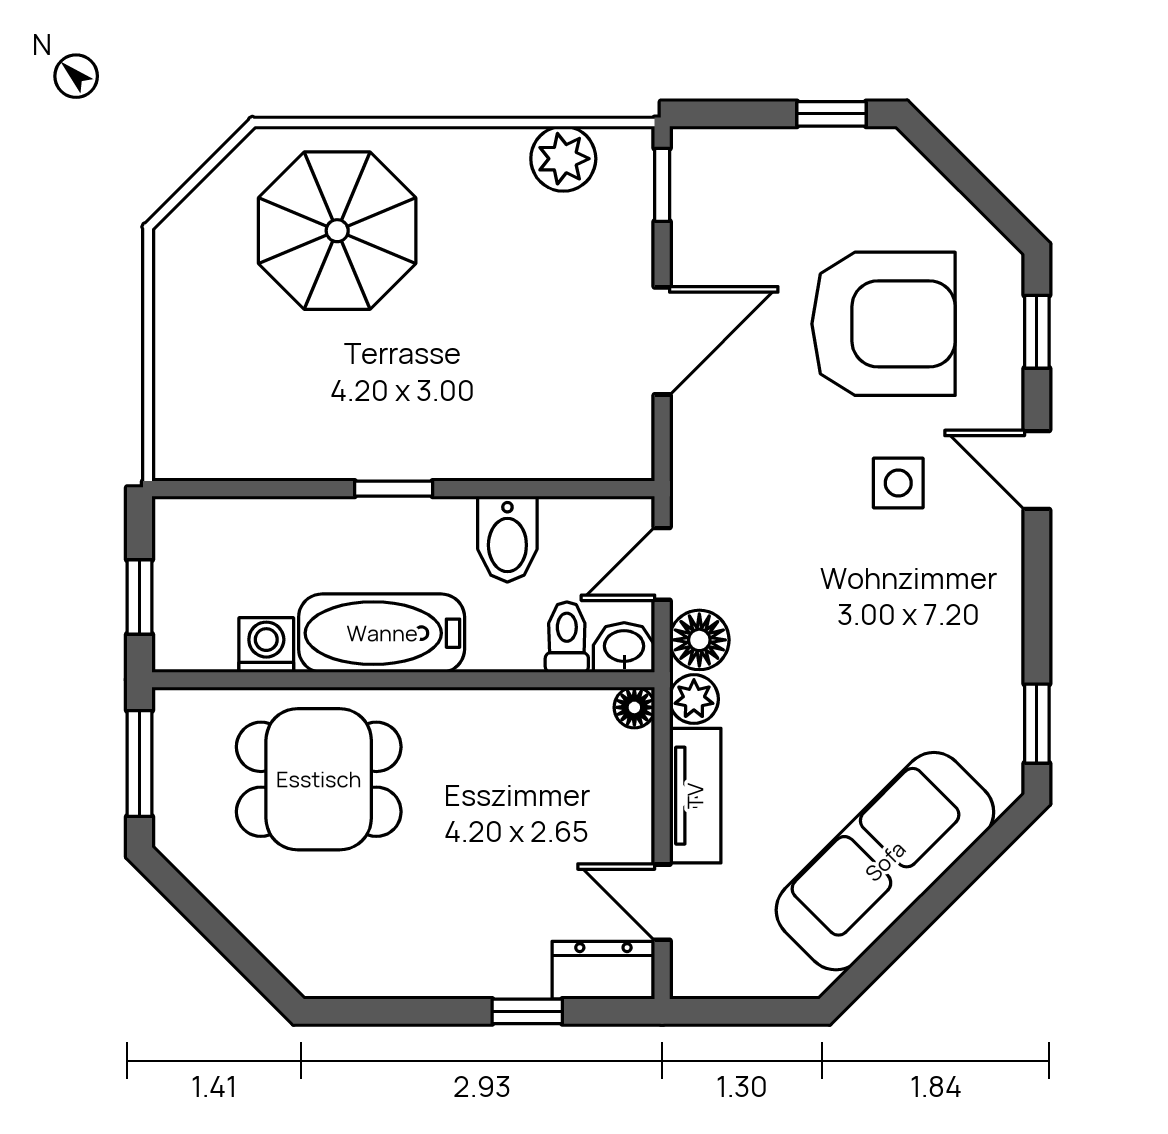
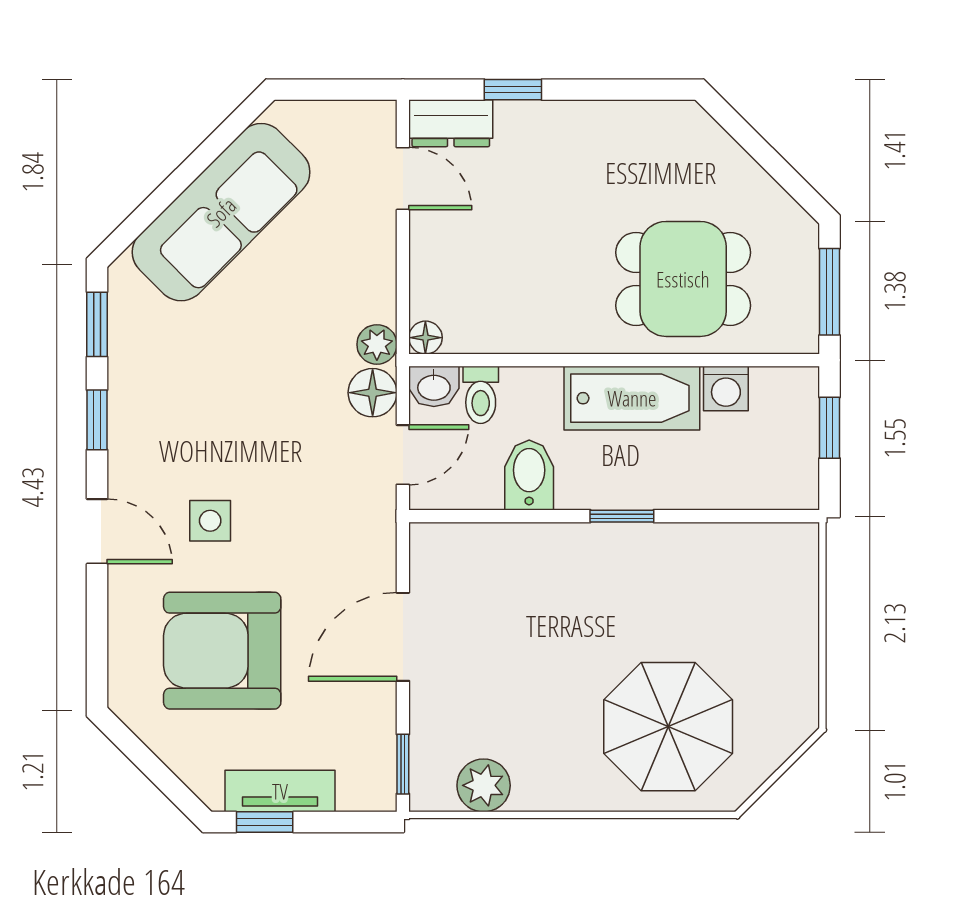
window: (1037, 332) -> (97, 420), moved
tv unit: (695, 796) -> (280, 791), moved, turned 90

